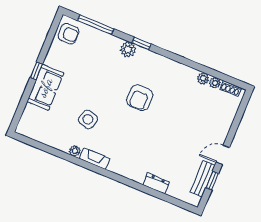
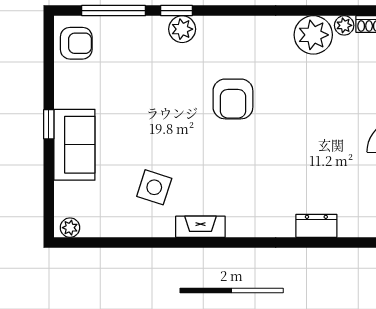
window: (142, 43) -> (177, 11), moved
plant: (203, 78) -> (313, 35), width x1.88, depth x1.88
side table: (88, 119) -> (154, 187), moved
plant: (75, 151) -> (70, 228), moved

